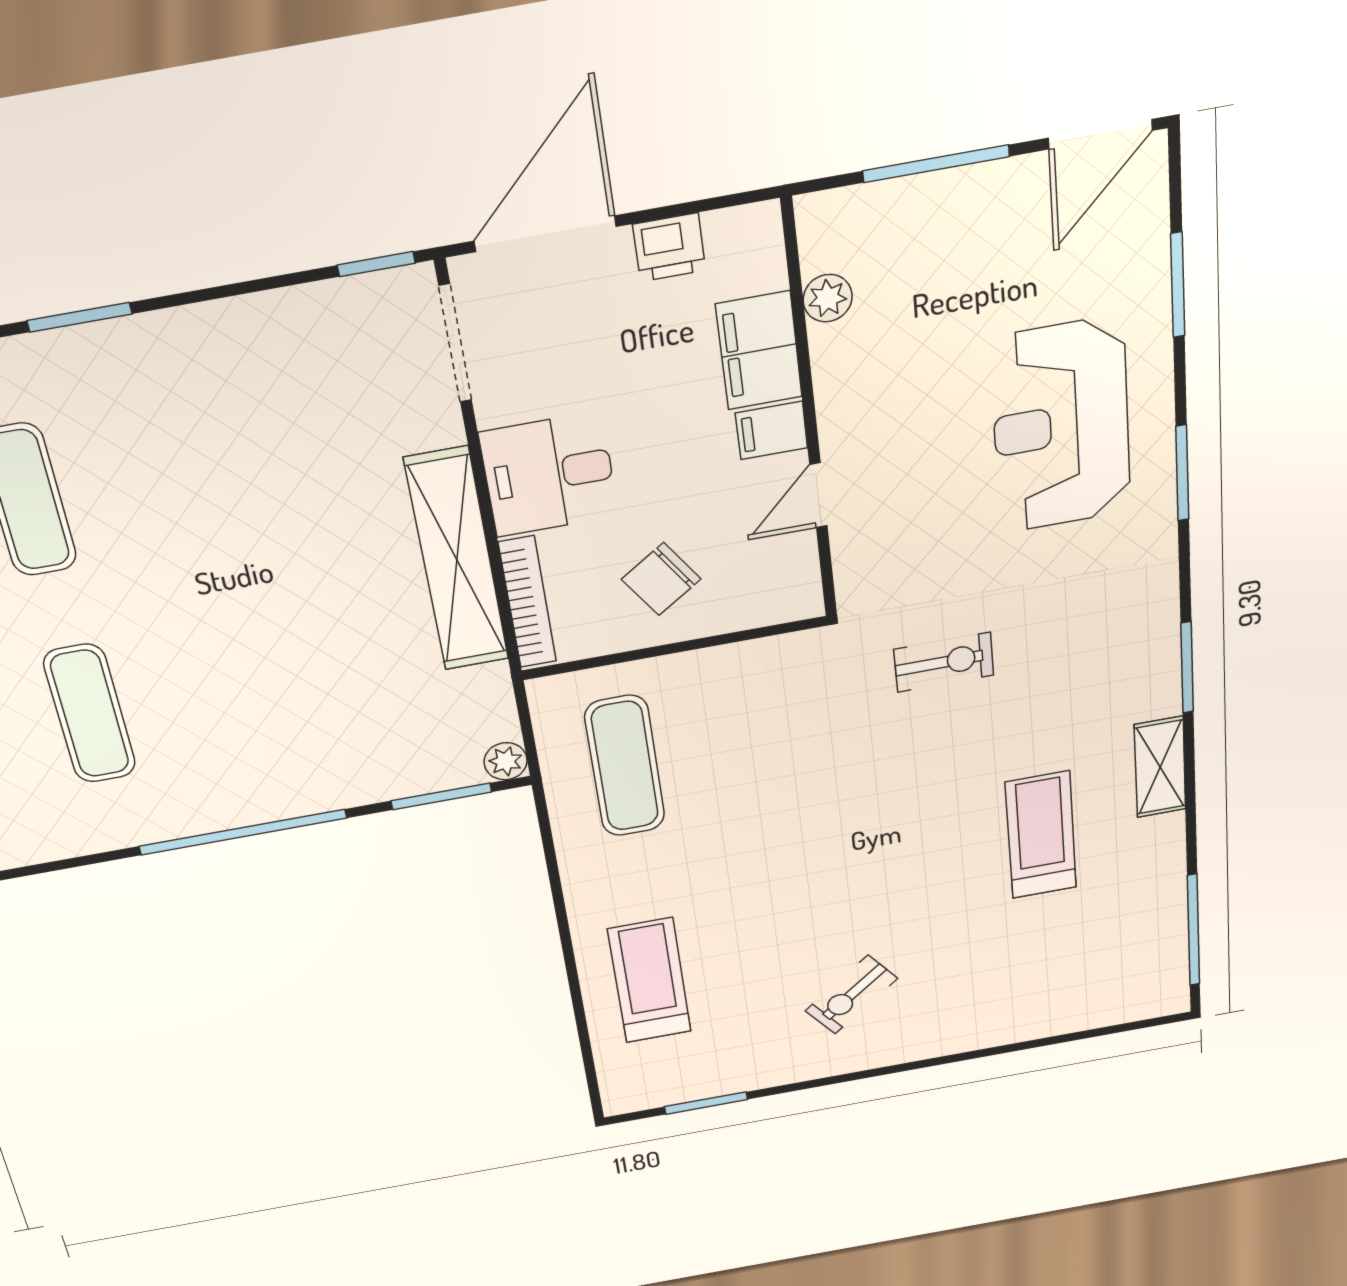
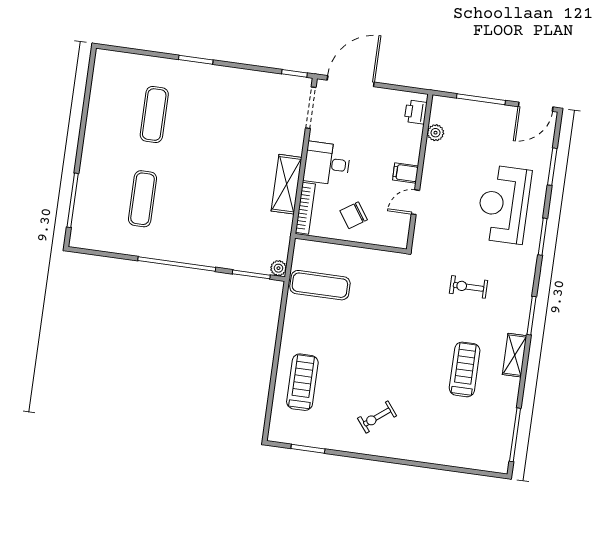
printer: (669, 247) -> (416, 112), moved, turned 90
filing cabinet: (759, 351) -> (409, 143), removed
shelving: (457, 560) -> (287, 184), width x0.68
exercise bike: (944, 662) -> (468, 287), moved, turned 180
exercise mat: (625, 766) -> (320, 285), turned 90

